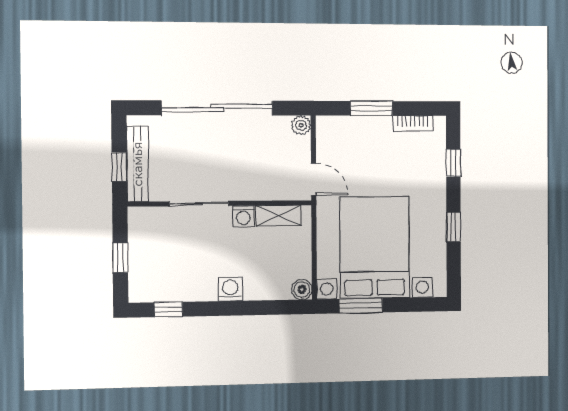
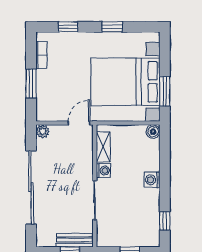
bench: (138, 164) -> (75, 240), width x0.73

